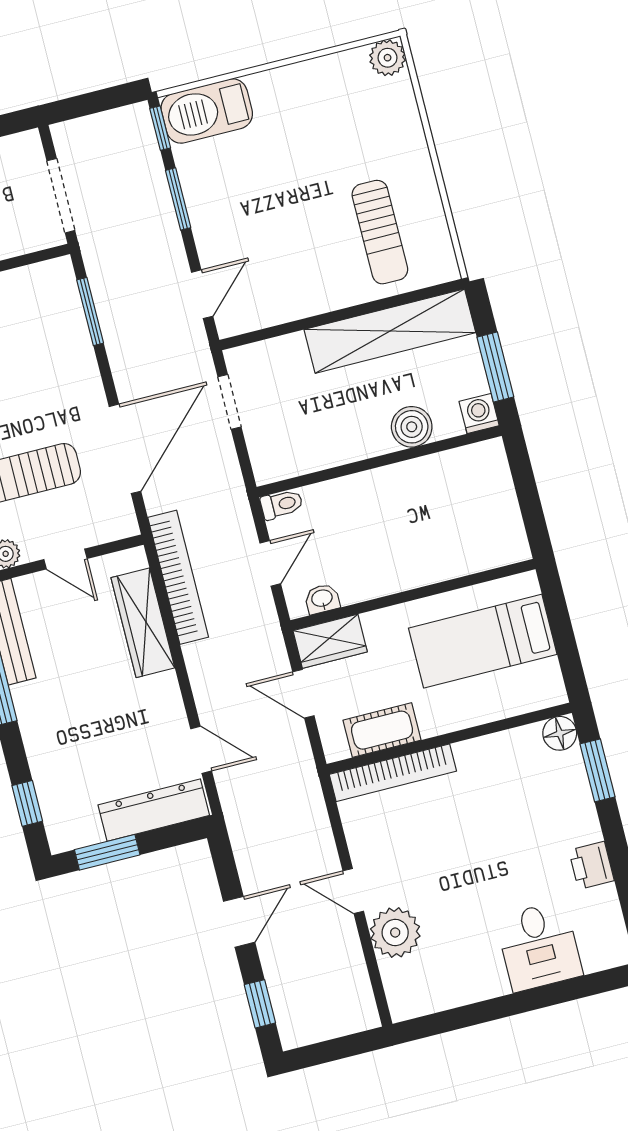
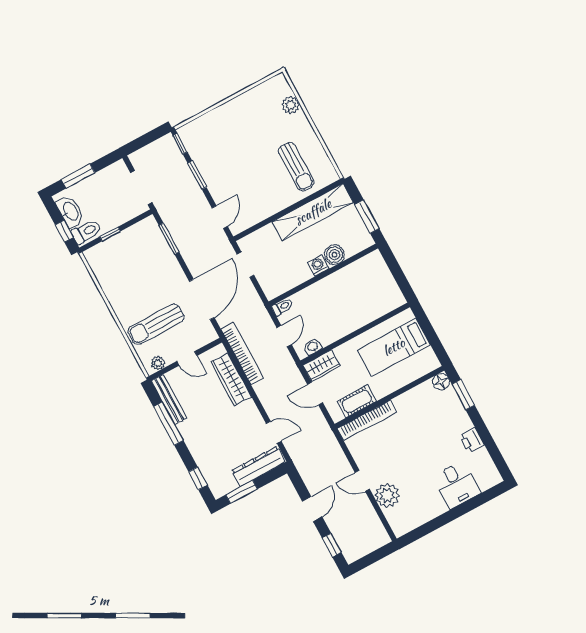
plant: (388, 58) -> (291, 105), moved
barbecue: (207, 111) -> (200, 130), removed
washing machine: (479, 414) -> (318, 265), moved

